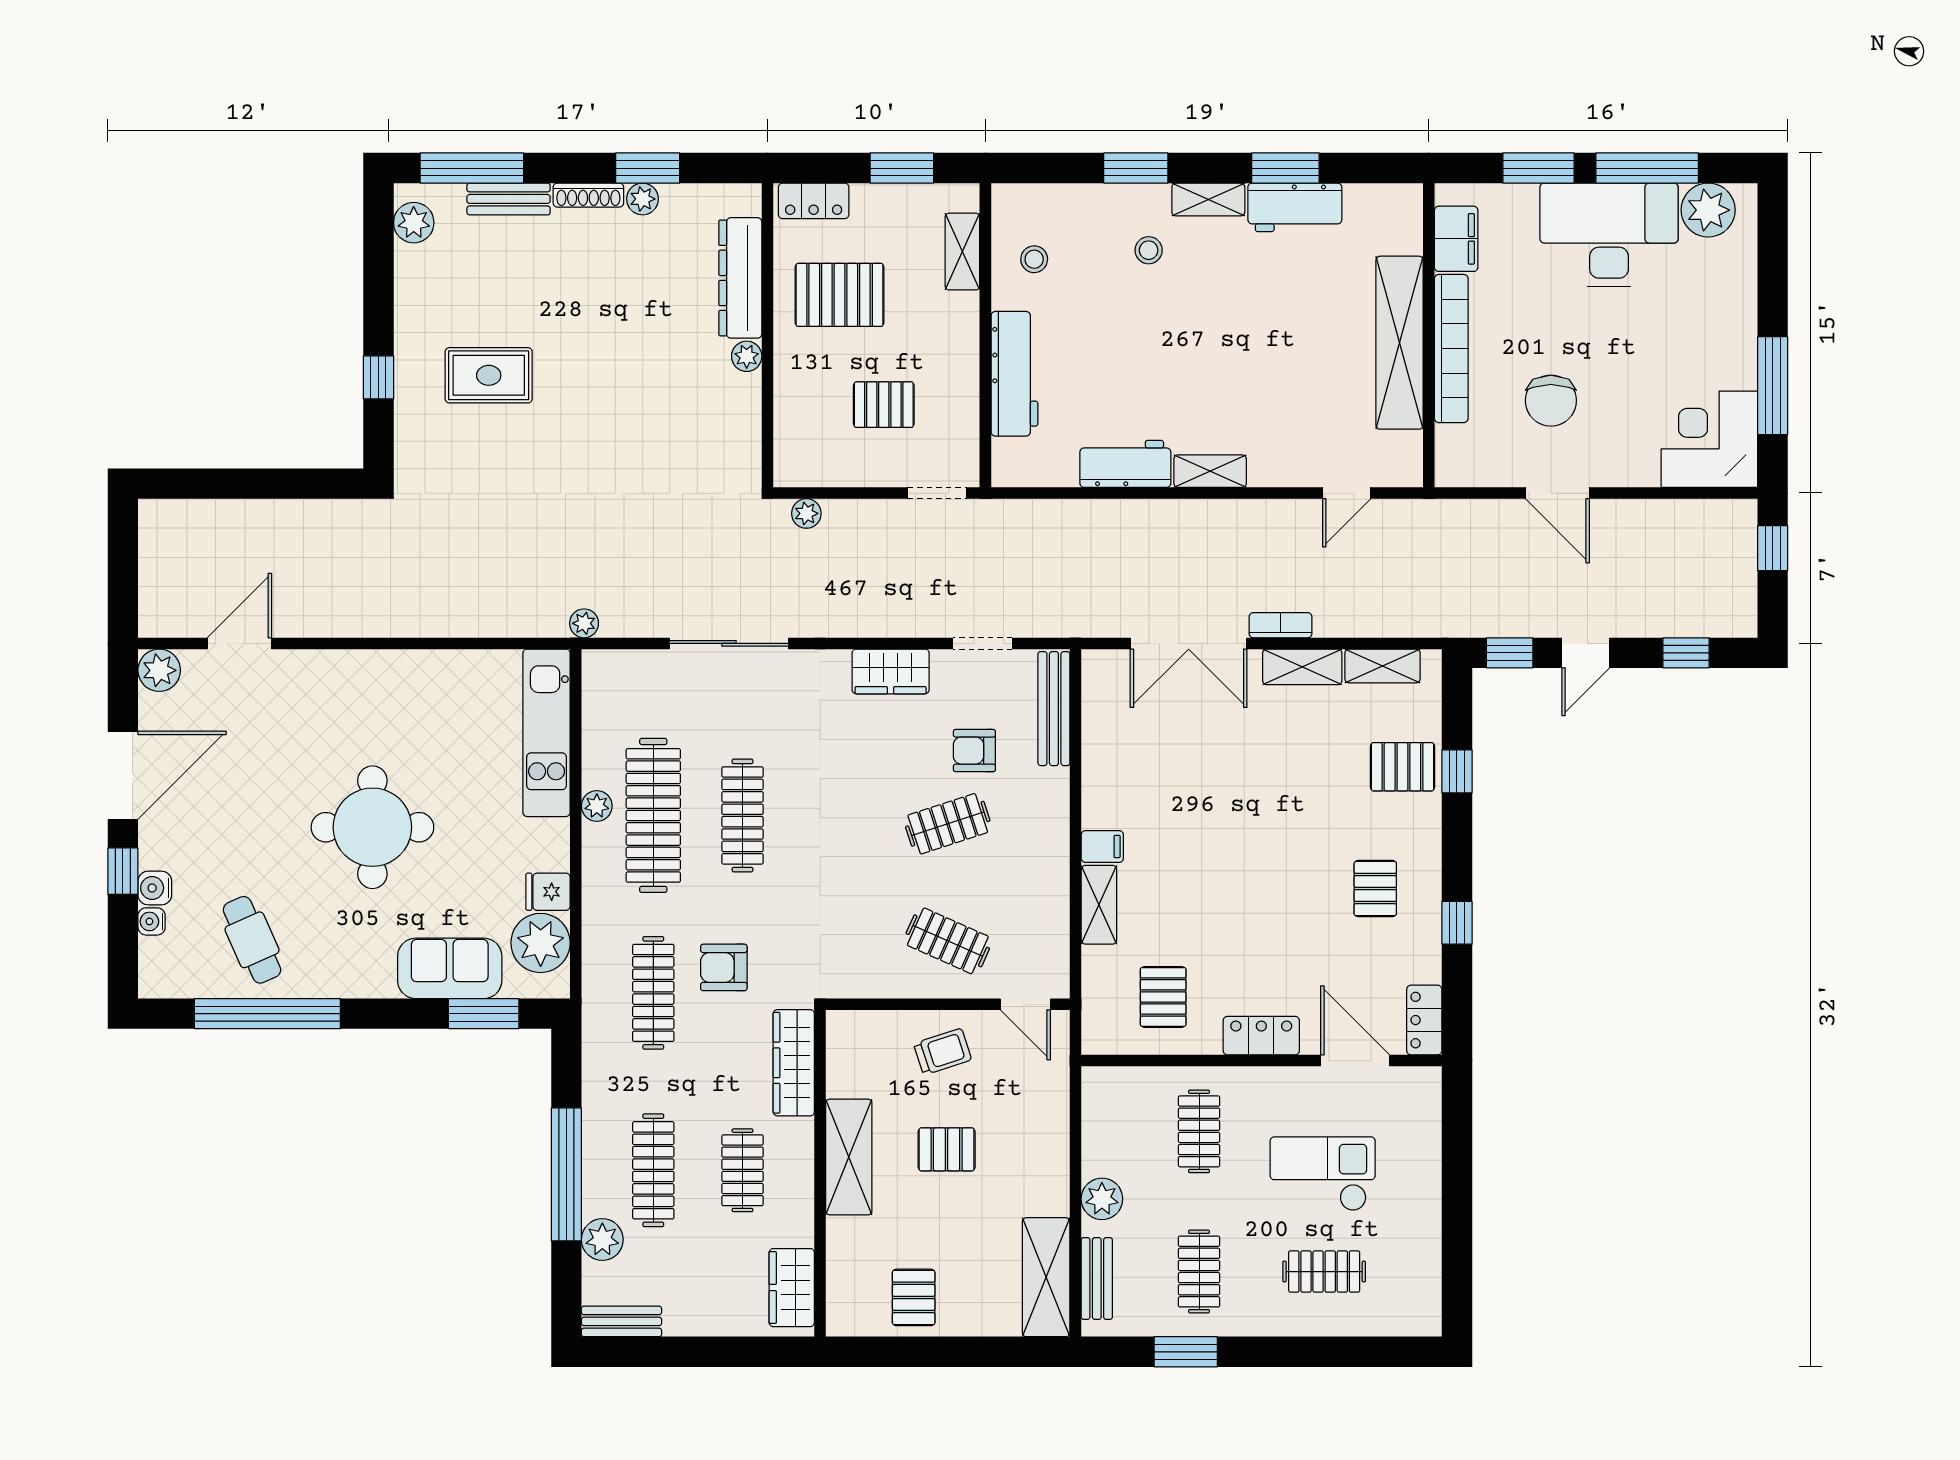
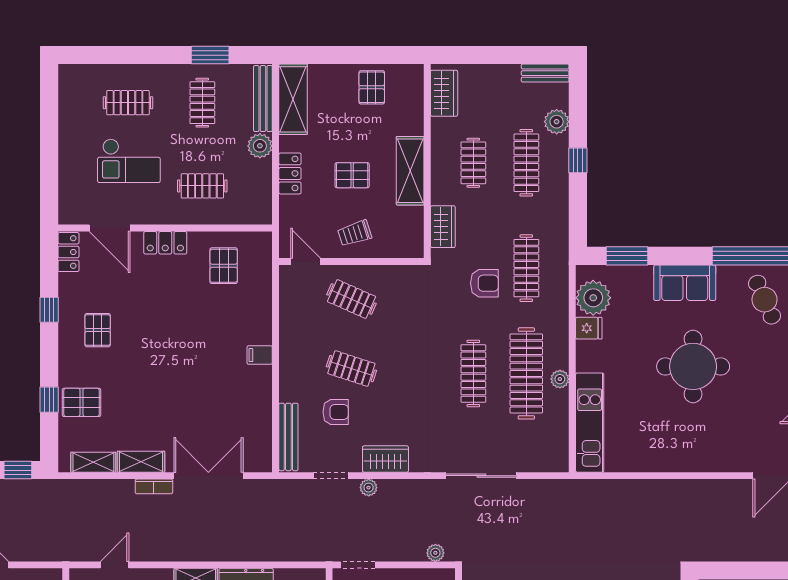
plant: (584, 623) -> (369, 488), moved
clothes rail: (948, 824) -> (351, 369), turned 36
shelving: (1099, 905) -> (262, 320), removed
sofa: (450, 968) -> (685, 283), moved
wardrobe: (794, 1063) -> (443, 227), width x0.67
clothes rail: (1199, 1131) -> (202, 186), turned 90
locker: (1051, 1152) -> (290, 173), added
window: (566, 1174) -> (578, 160), width x0.32
bench: (1097, 1279) -> (263, 99), width x1.36

